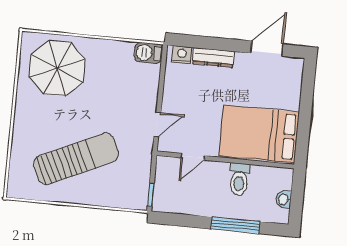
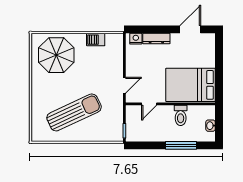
barbecue: (148, 53) -> (96, 40), moved

